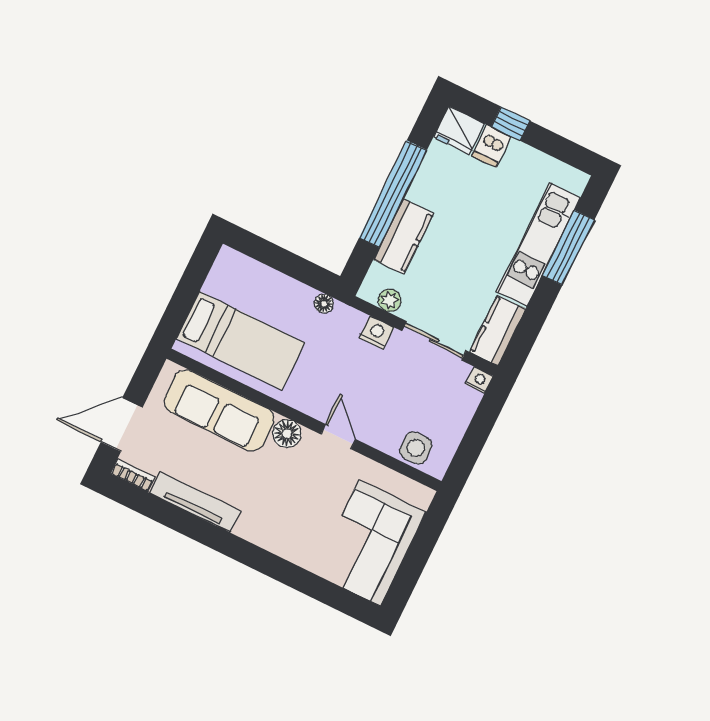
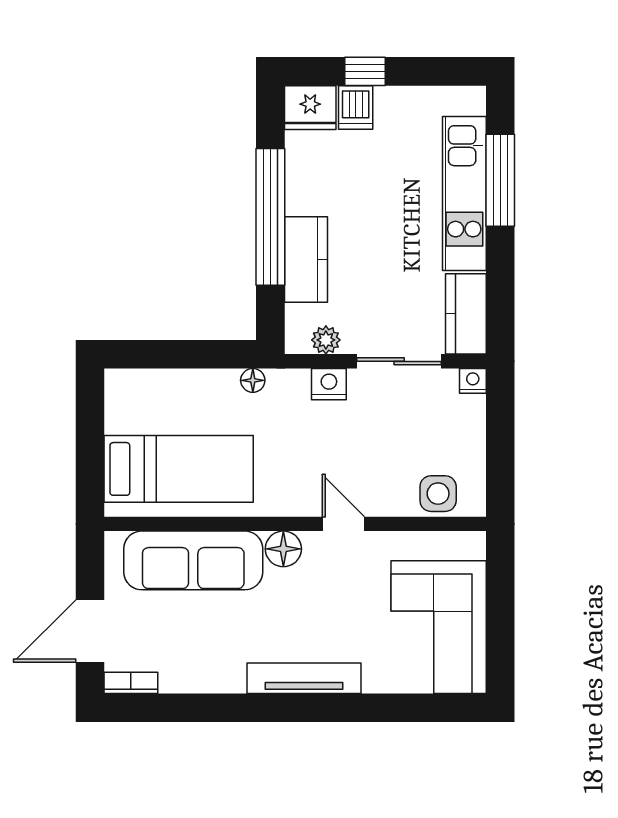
tv unit: (195, 502) -> (304, 678), moved

